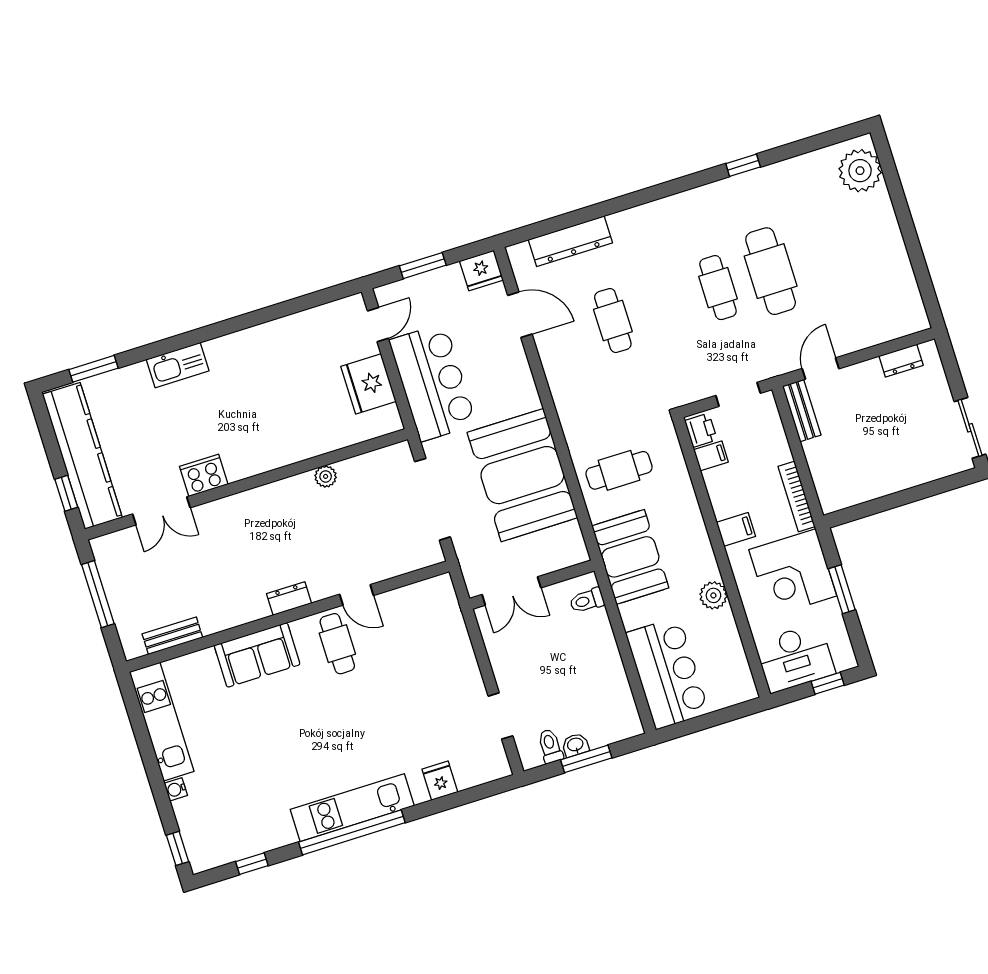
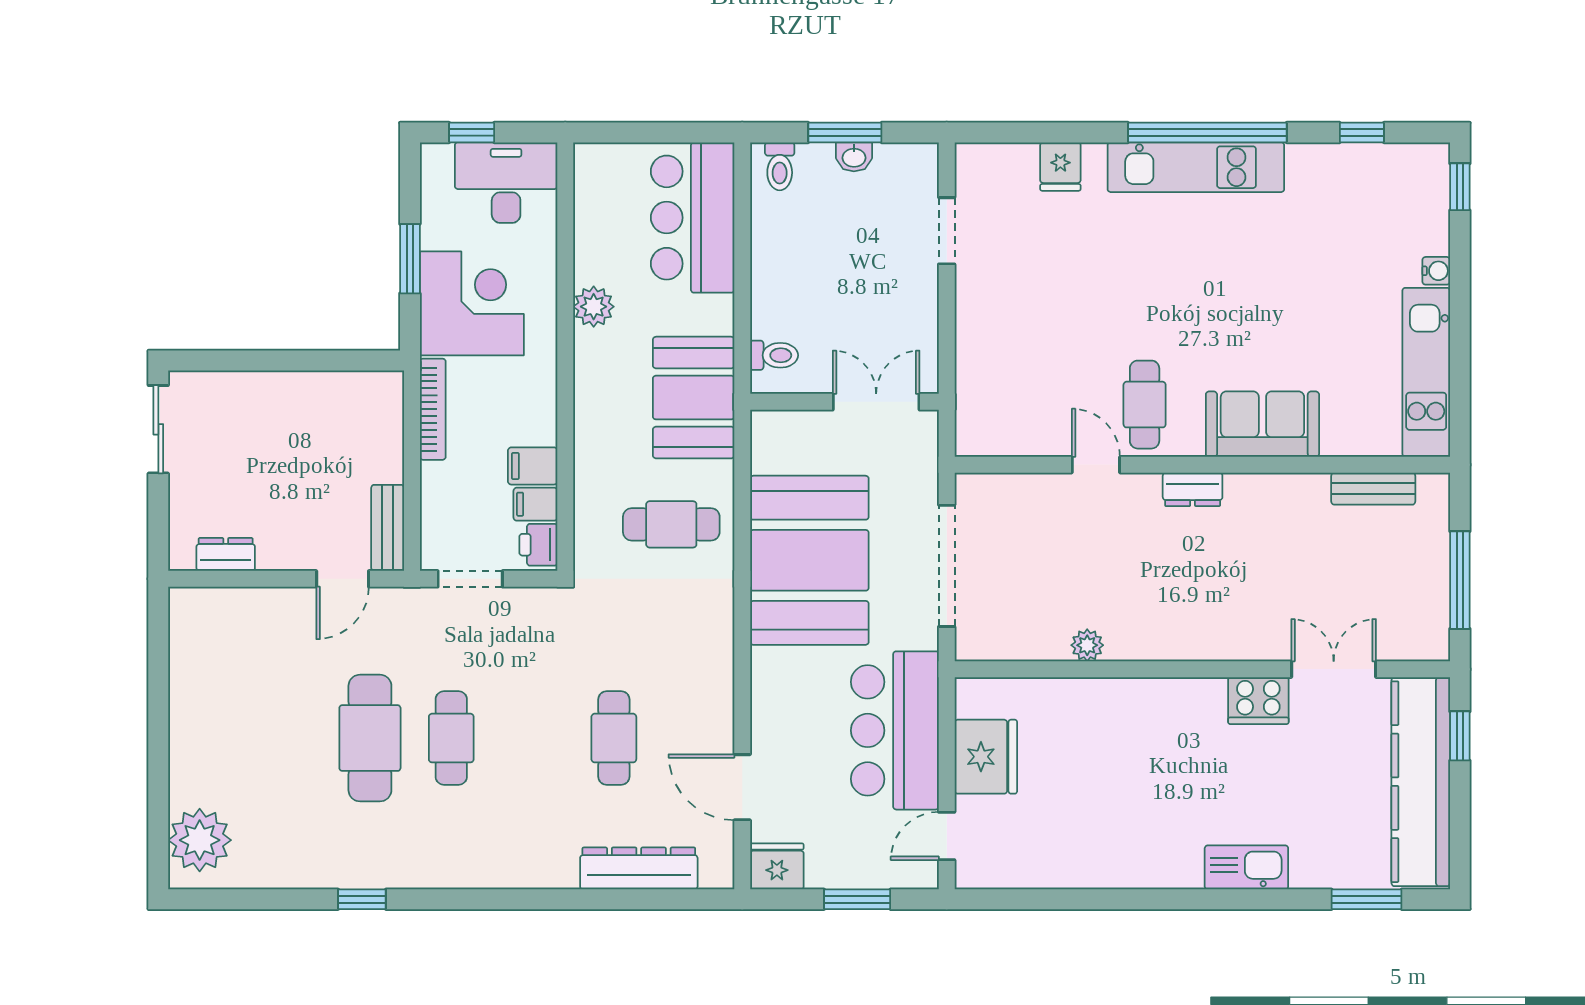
filing cabinet: (736, 529) -> (533, 466), moved
toilet: (550, 746) -> (780, 166), moved

